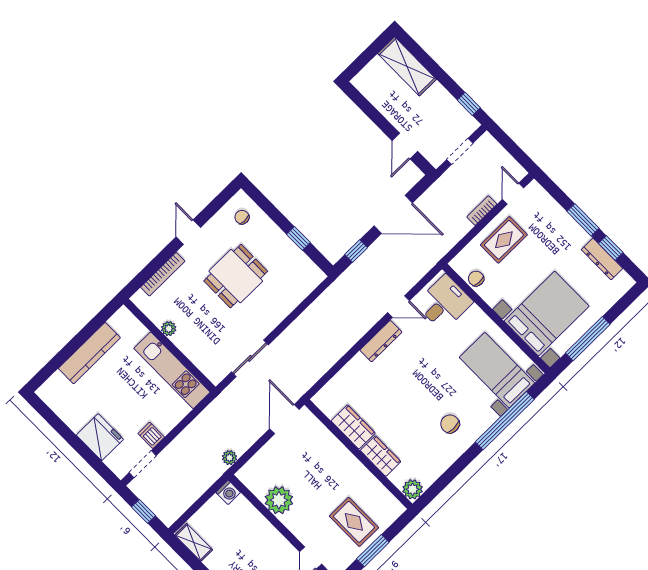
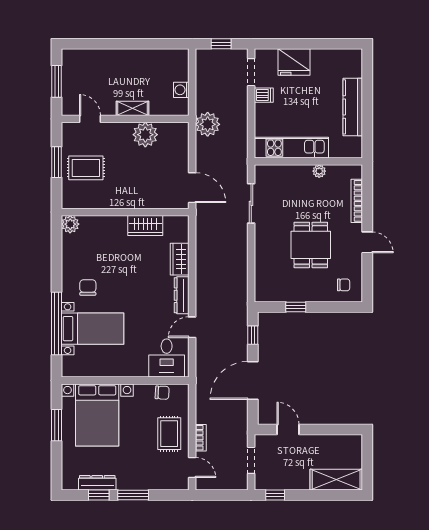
window: (588, 339) -> (56, 425), width x0.69
bed with nightstands: (497, 370) -> (93, 329), moved
chair: (450, 424) -> (88, 287), turned -90
wardrobe: (380, 456) -> (180, 259), moved, turned 90
plant: (229, 458) -> (208, 124), width x1.88, depth x1.88
washing machine: (228, 492) -> (181, 90), moved
shelving: (194, 542) -> (132, 108), moved

